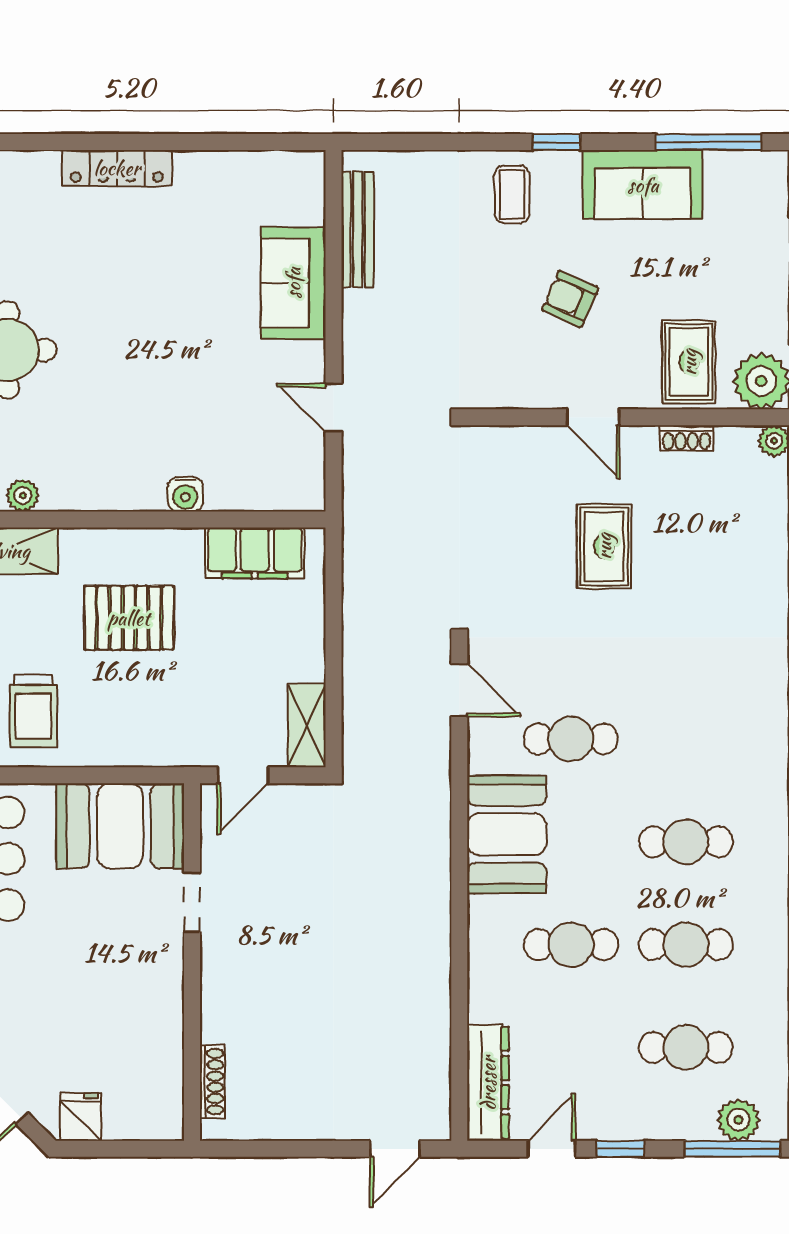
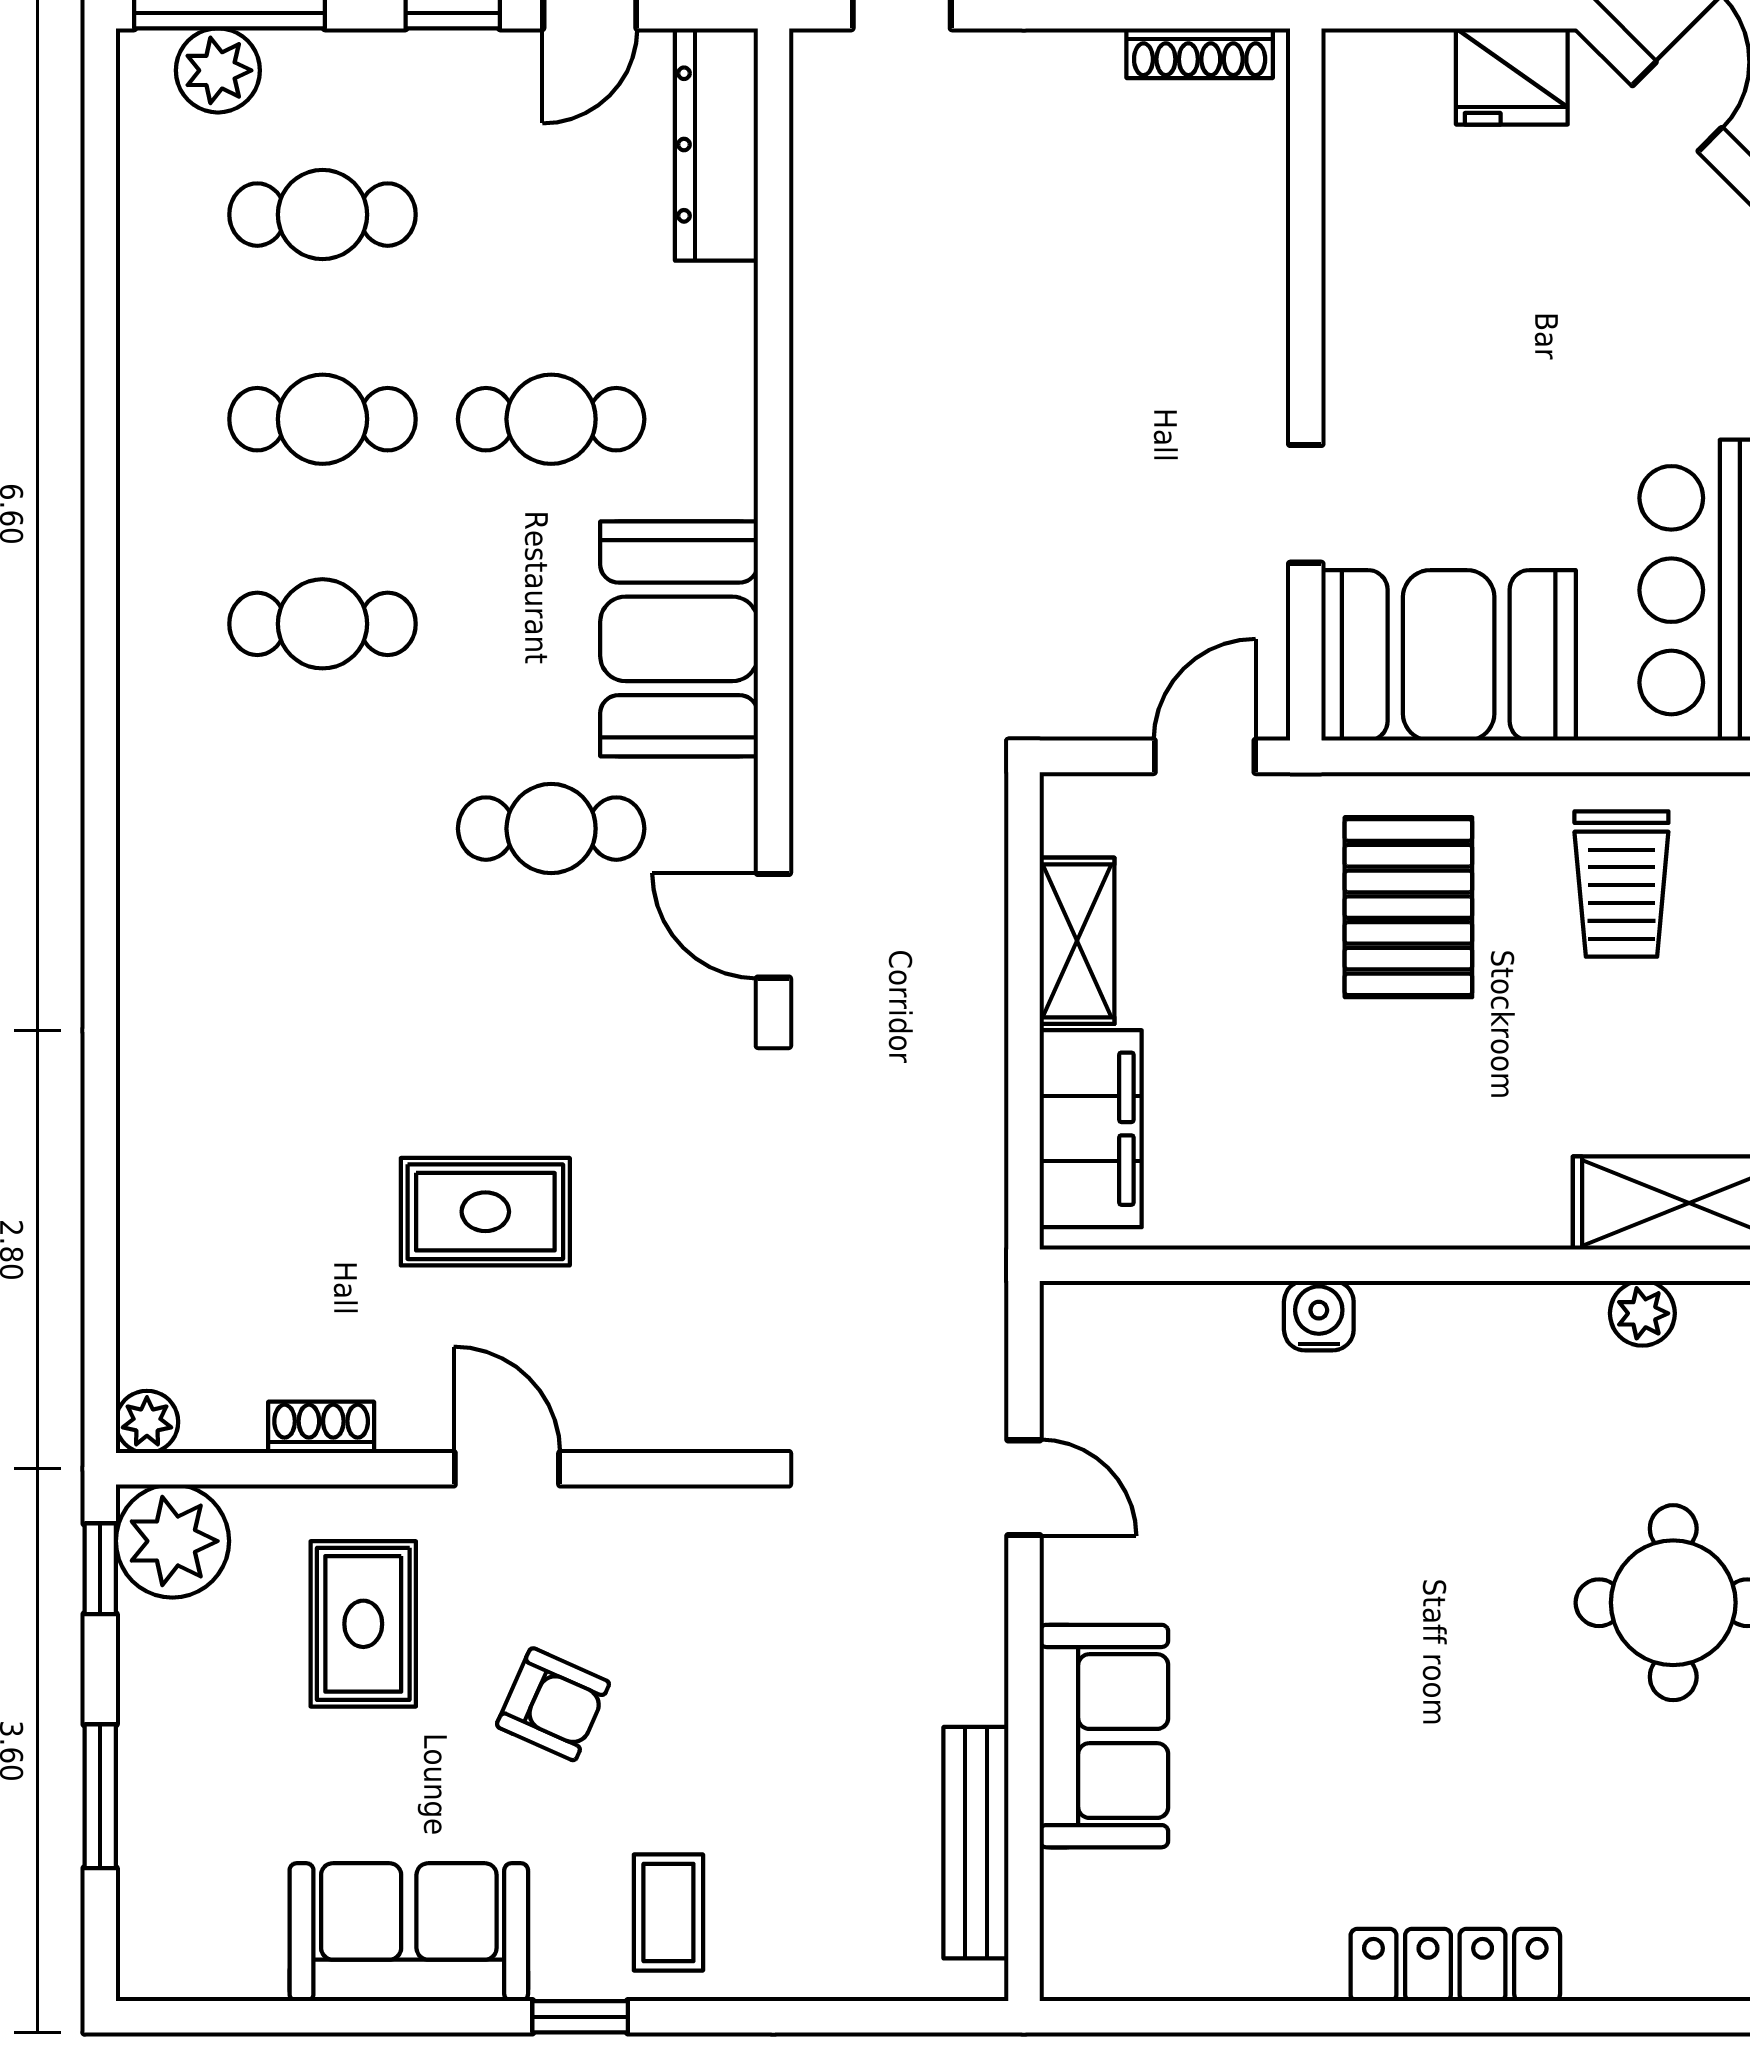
window: (709, 142) -> (277, 2017), removed
rug: (689, 362) -> (363, 1624), moved
rug: (604, 546) -> (485, 1212), turned 90
filing cabinet: (255, 553) -> (1091, 1129), moved, turned 90
pallet: (129, 618) -> (1408, 907), moved, turned 90
trolley: (33, 711) -> (1621, 884), turned 180
shelving: (307, 726) -> (1077, 941), moved
shoe rack: (212, 1082) -> (1200, 53), moved, turned -90
fridge: (81, 1117) -> (1512, 76), width x1.38

